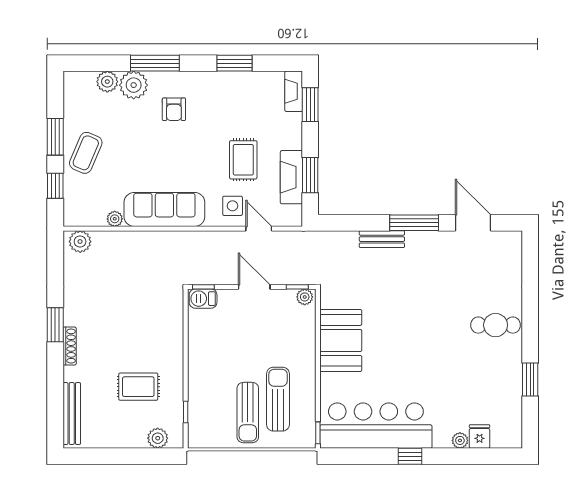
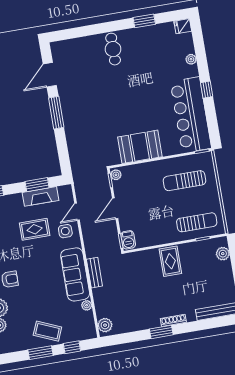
bench: (382, 239) -> (94, 273), moved
rug: (138, 387) -> (170, 261), moved
sun lounger: (248, 413) -> (197, 222), moved
fridge: (480, 436) -> (183, 26), moved

